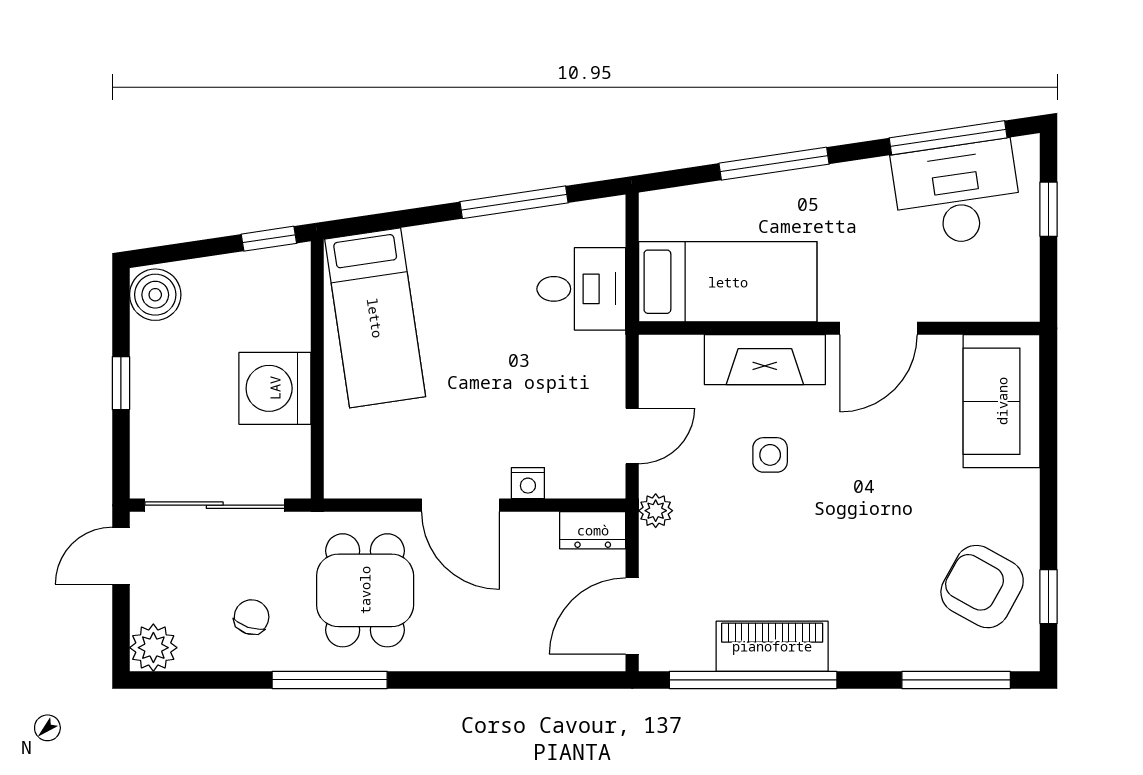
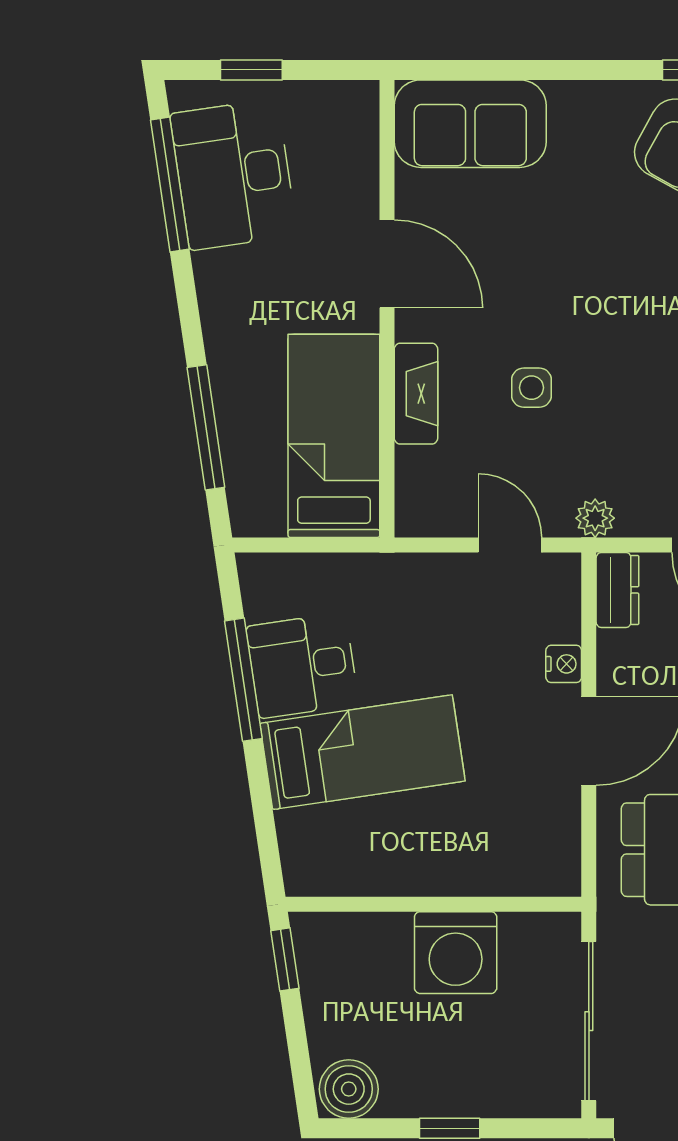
window: (774, 164) -> (206, 427), moved
desk: (581, 289) -> (302, 665), moved, turned -98
bed: (375, 318) -> (362, 752), moved
fireplace: (765, 360) -> (416, 394), width x0.73, depth x0.76

